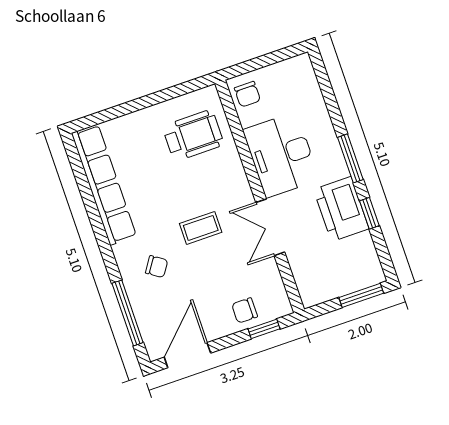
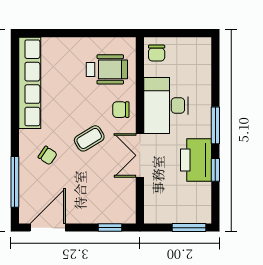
coffee table: (201, 228) -> (89, 138), turned -31
chair: (245, 310) -> (121, 110), moved

